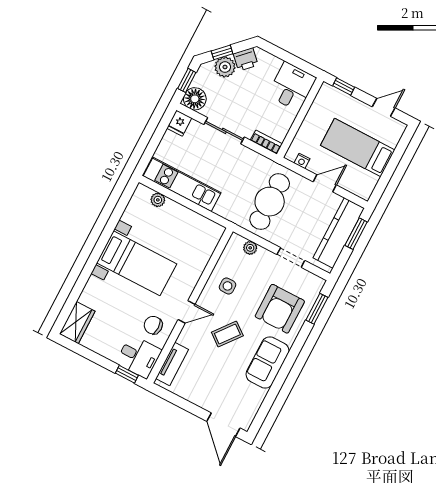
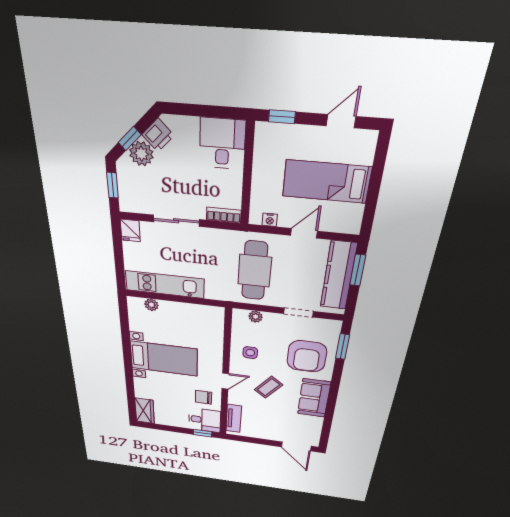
floor lamp: (195, 99) -> (131, 201), removed

